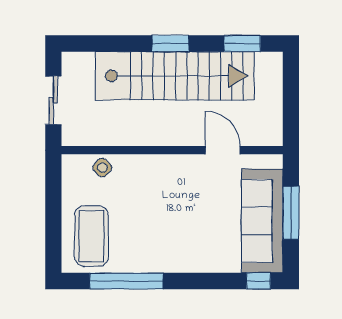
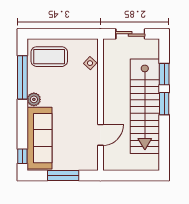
window: (242, 43) -> (164, 74), moved
sofa: (262, 221) -> (39, 138), moved, turned 90
plant: (163, 262) -> (34, 99), added

